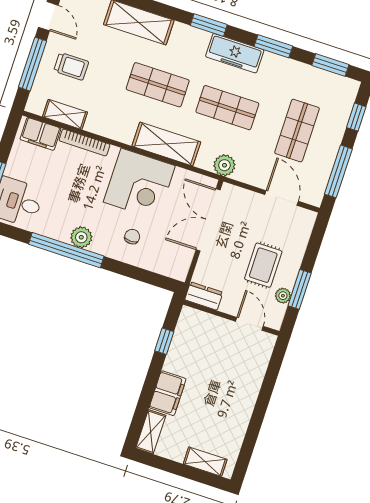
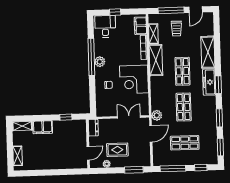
freezer: (235, 53) -> (209, 82), moved
shelving: (166, 144) -> (156, 60), moved
door: (282, 198) -> (151, 134), moved
double door: (208, 220) -> (129, 117), width x0.73
window: (300, 289) -> (134, 170), moved

